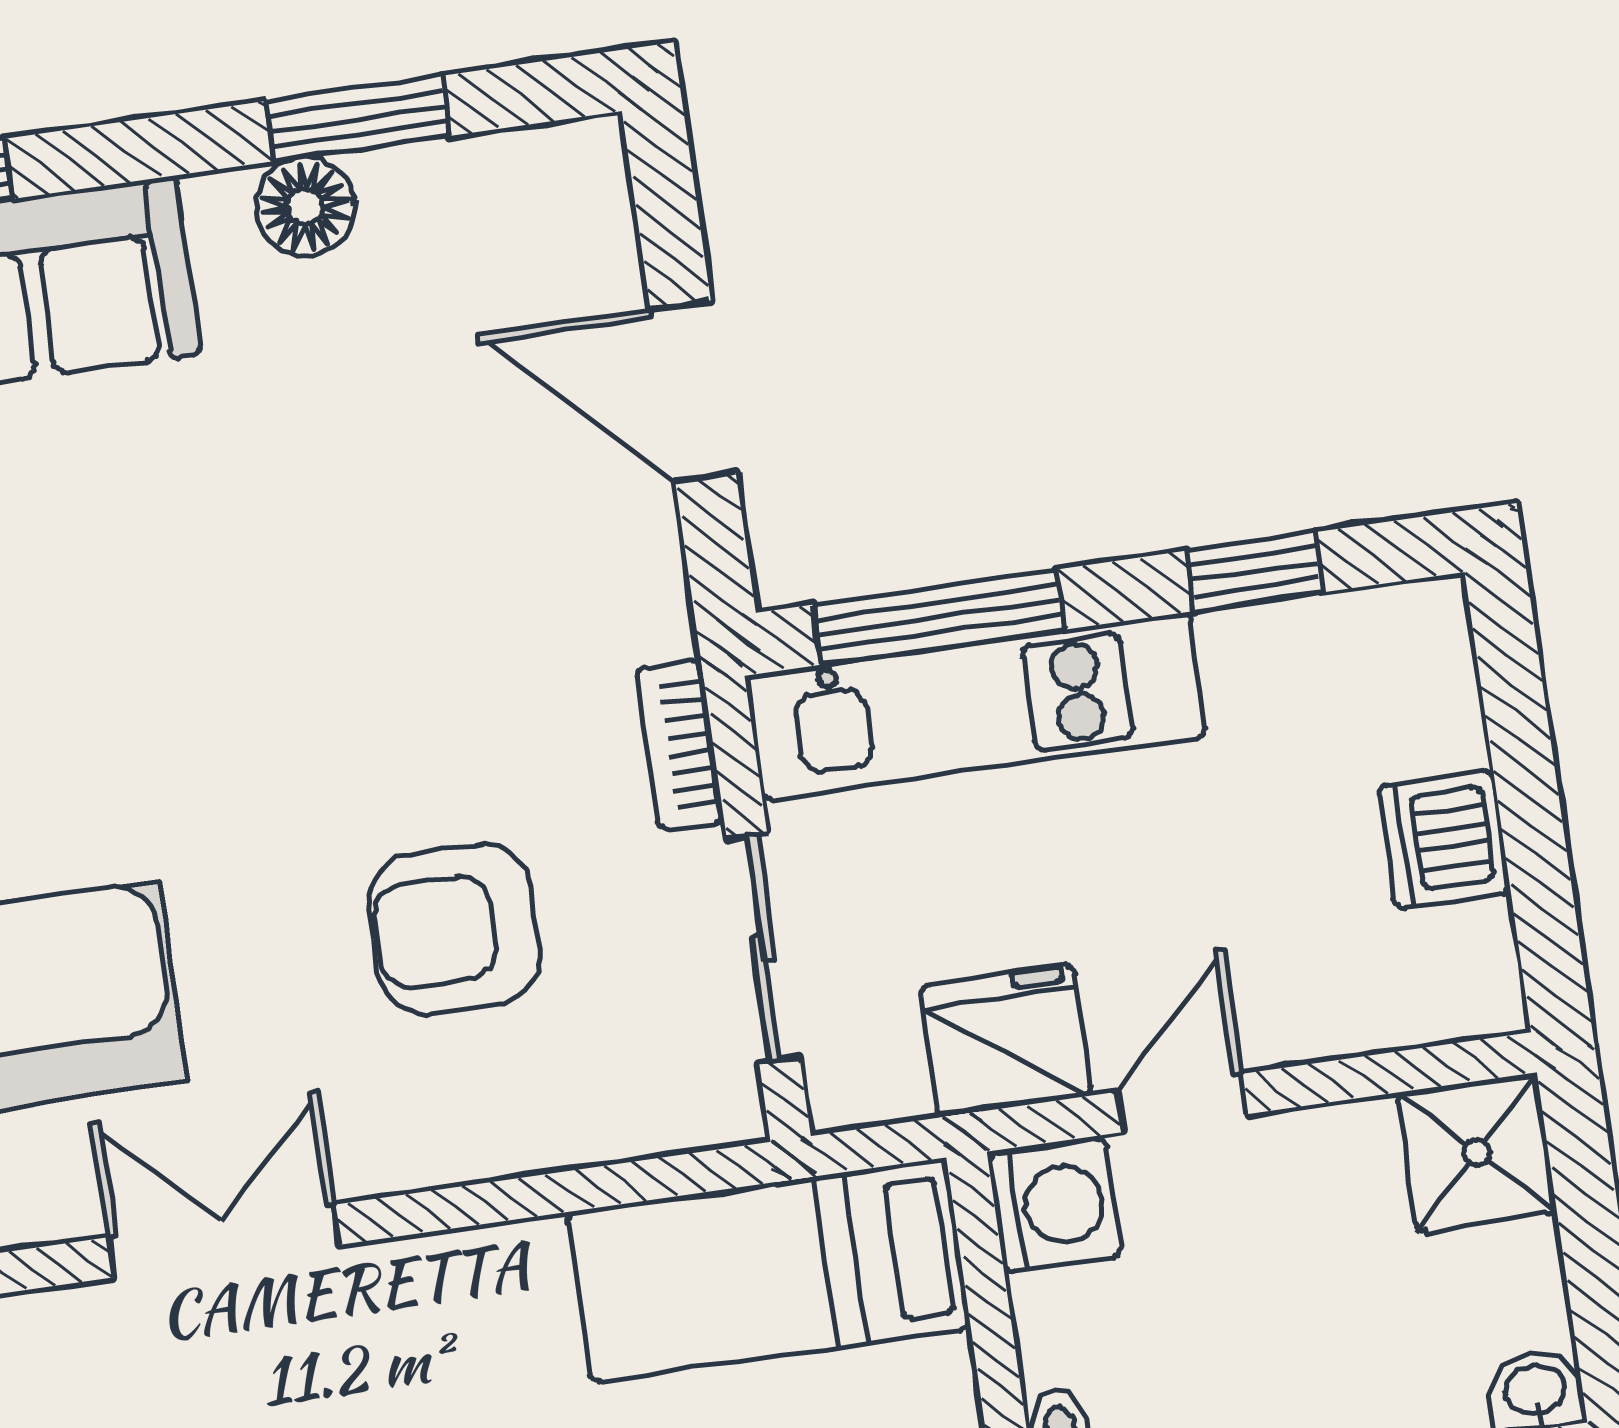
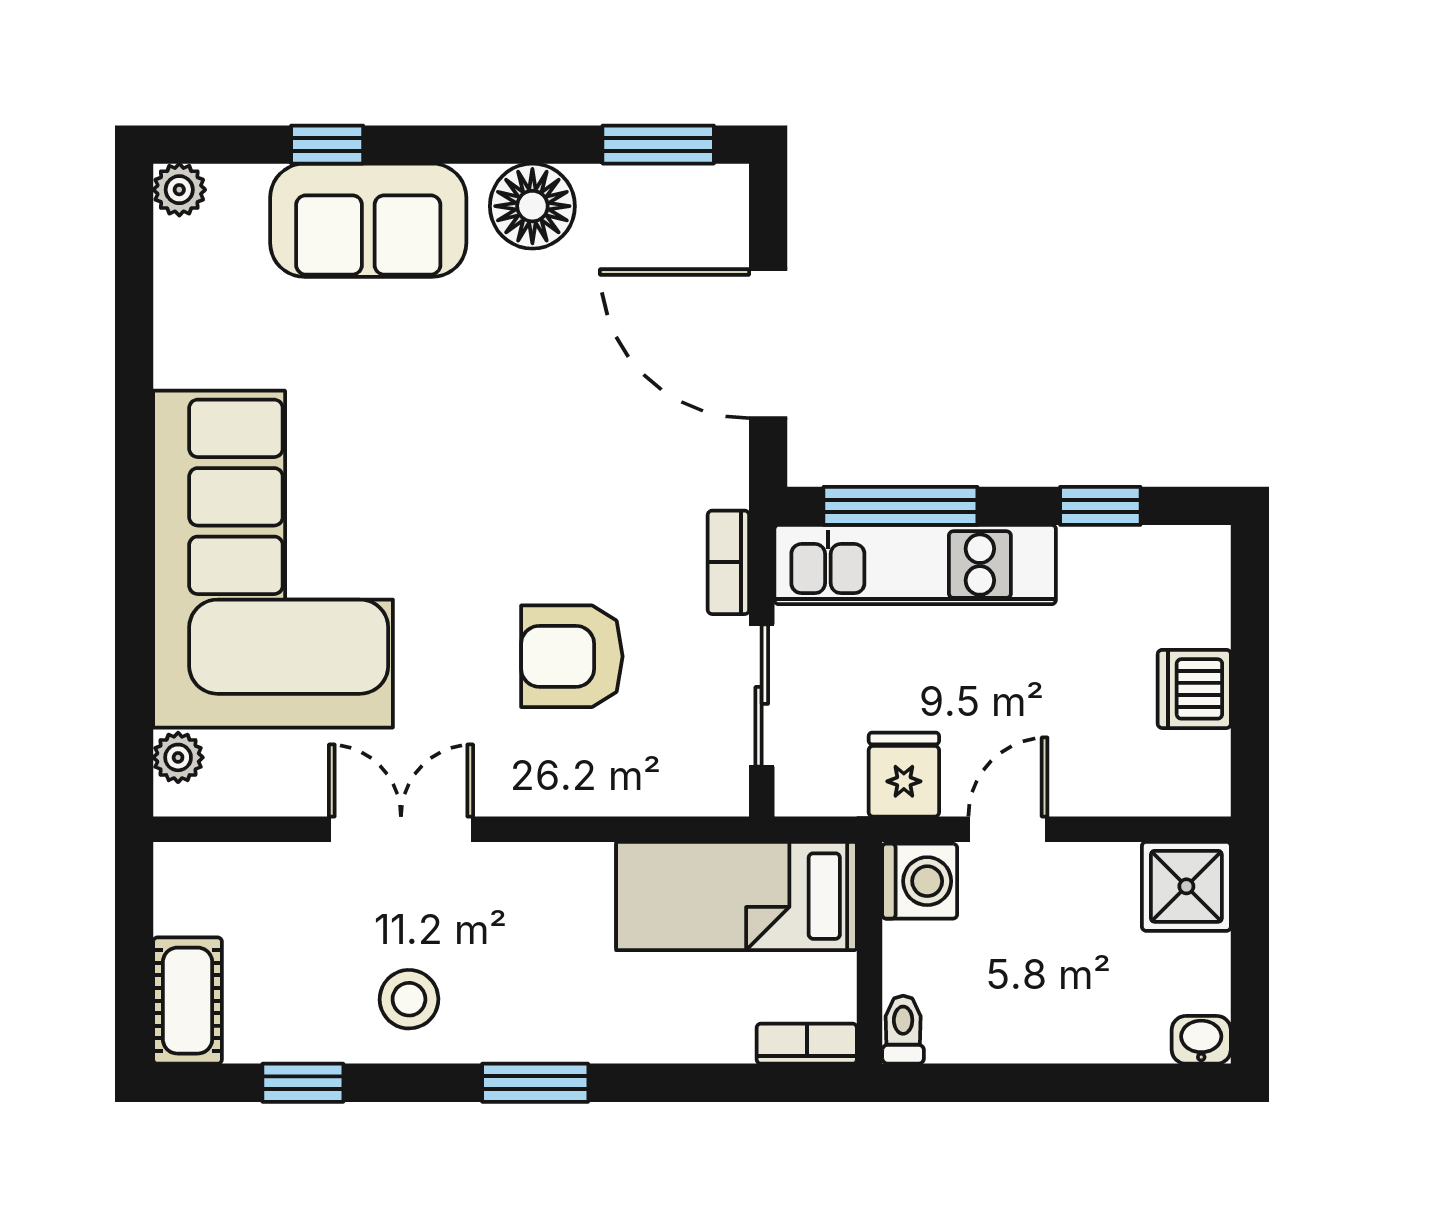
window: (358, 119) -> (658, 145), moved
floor lamp: (305, 207) -> (532, 206), width x1.38, depth x1.38
door: (693, 391) -> (768, 344), width x1.36
fridge: (1005, 1040) -> (904, 775), width x0.72

